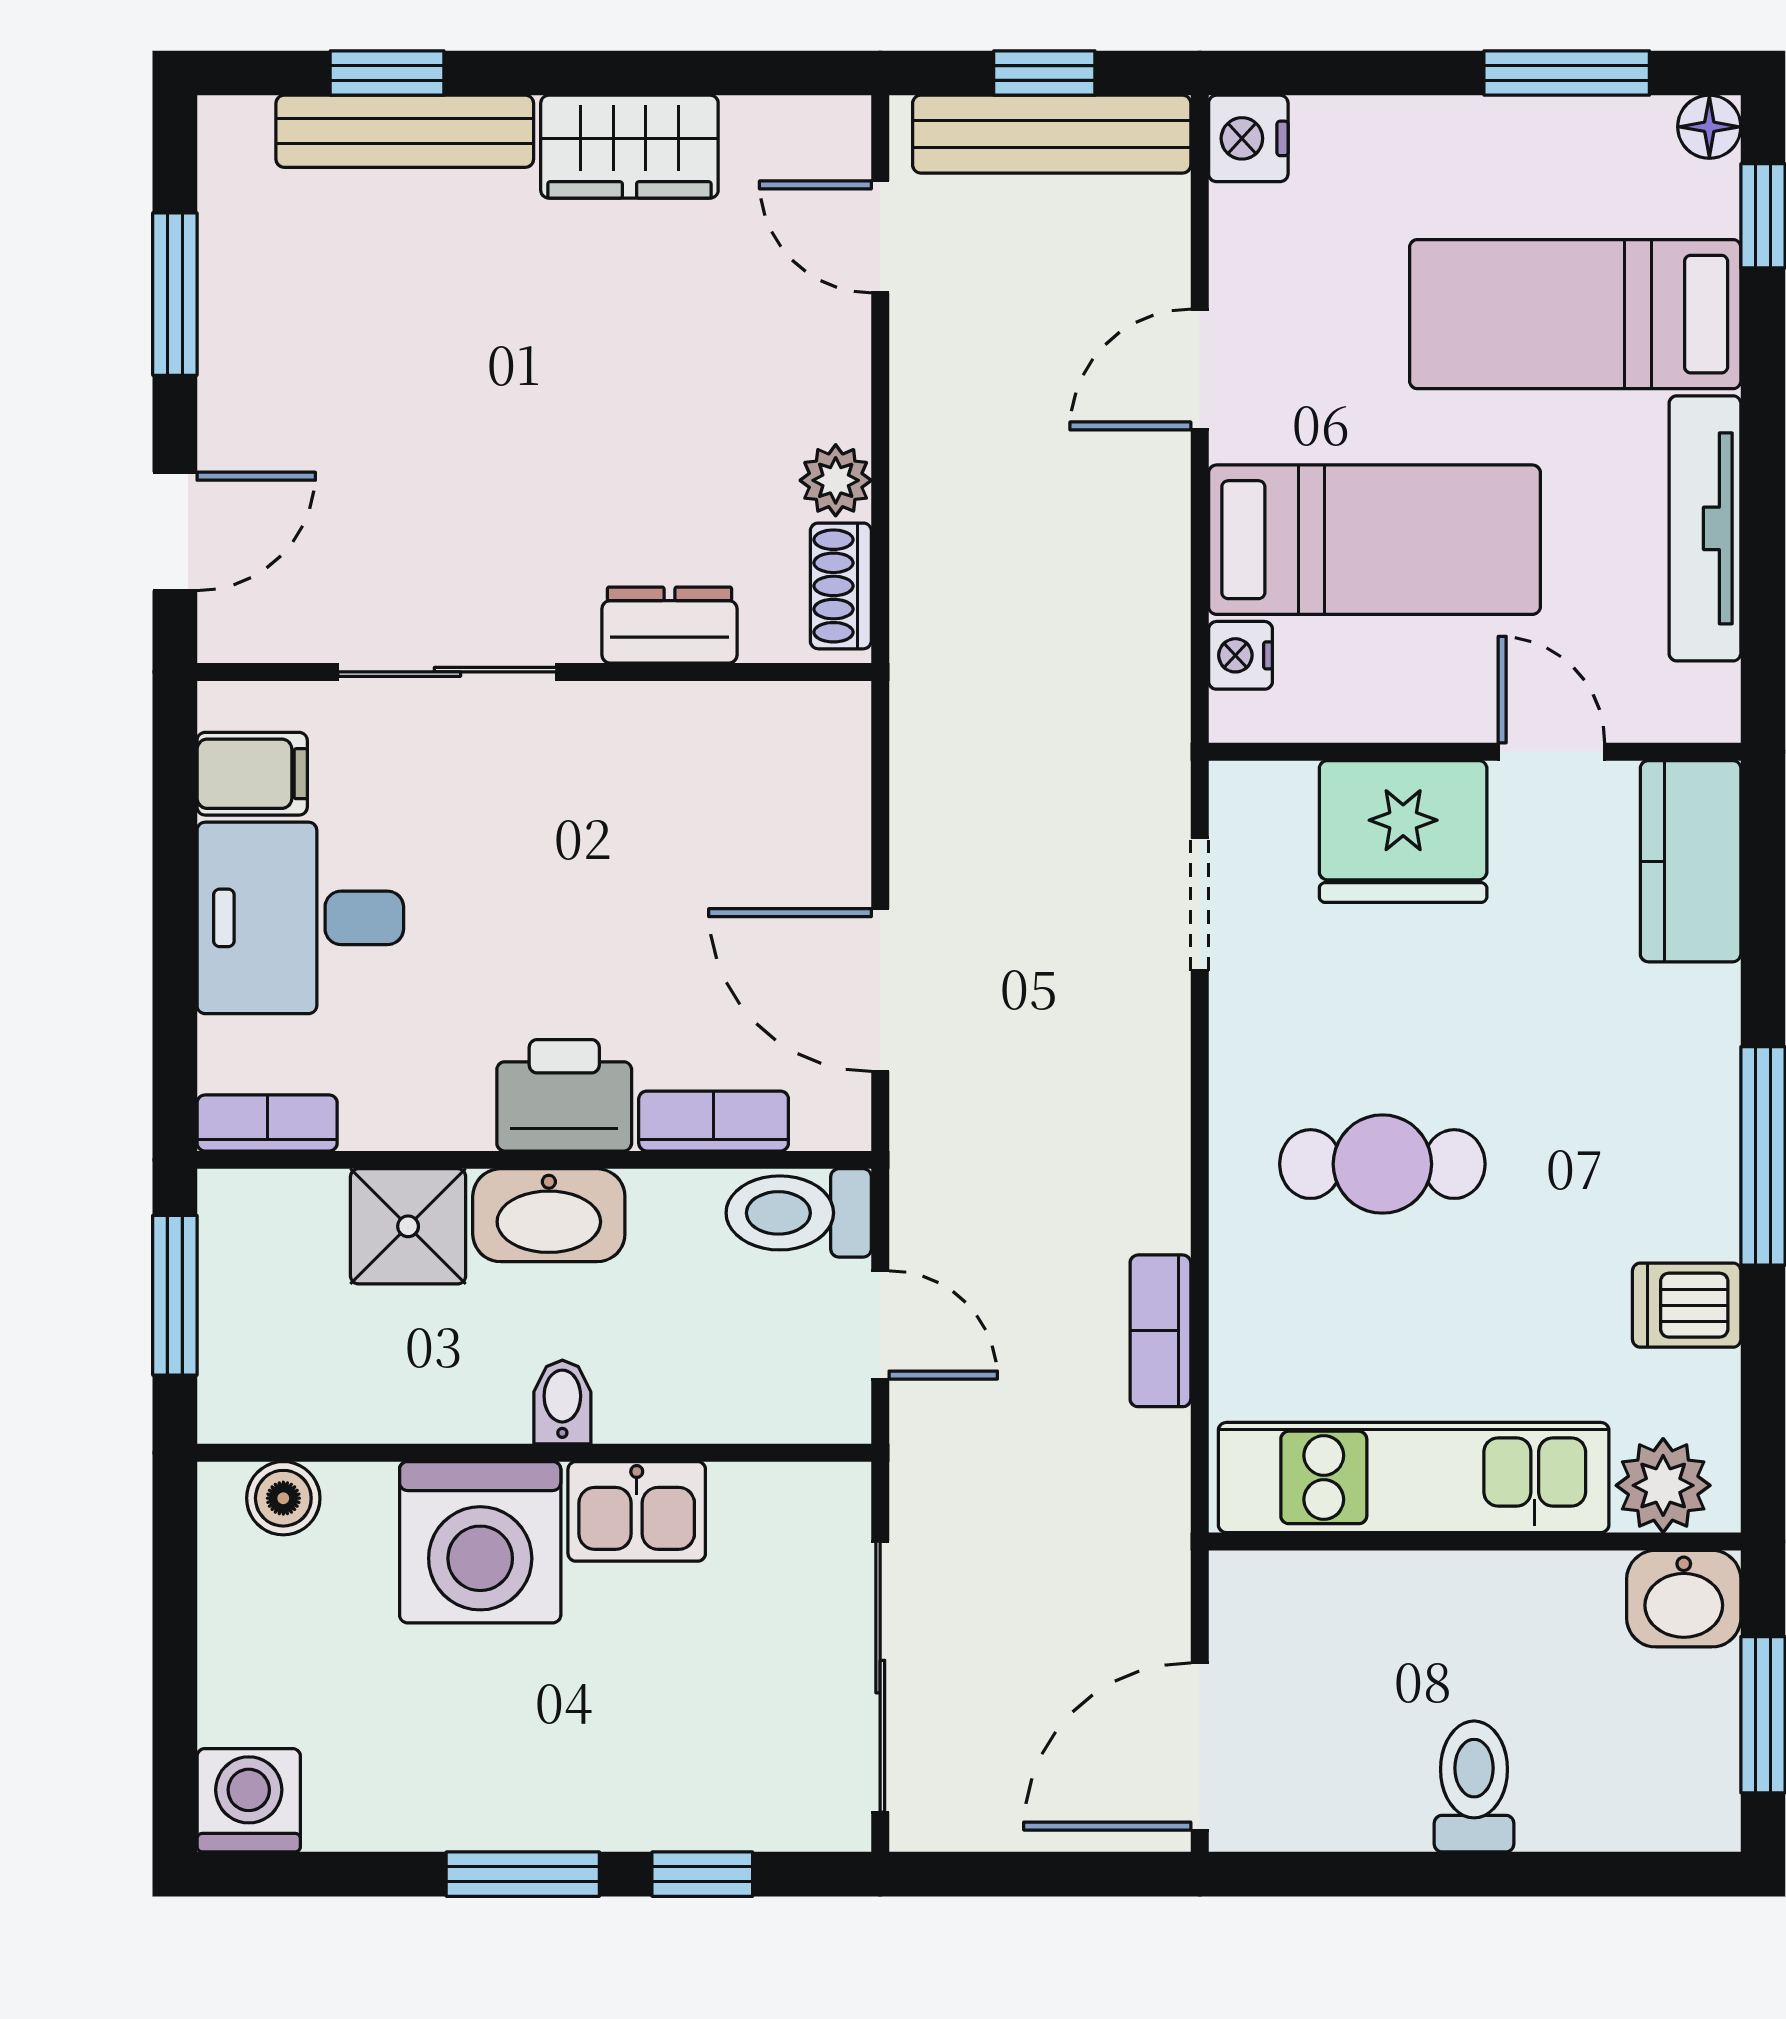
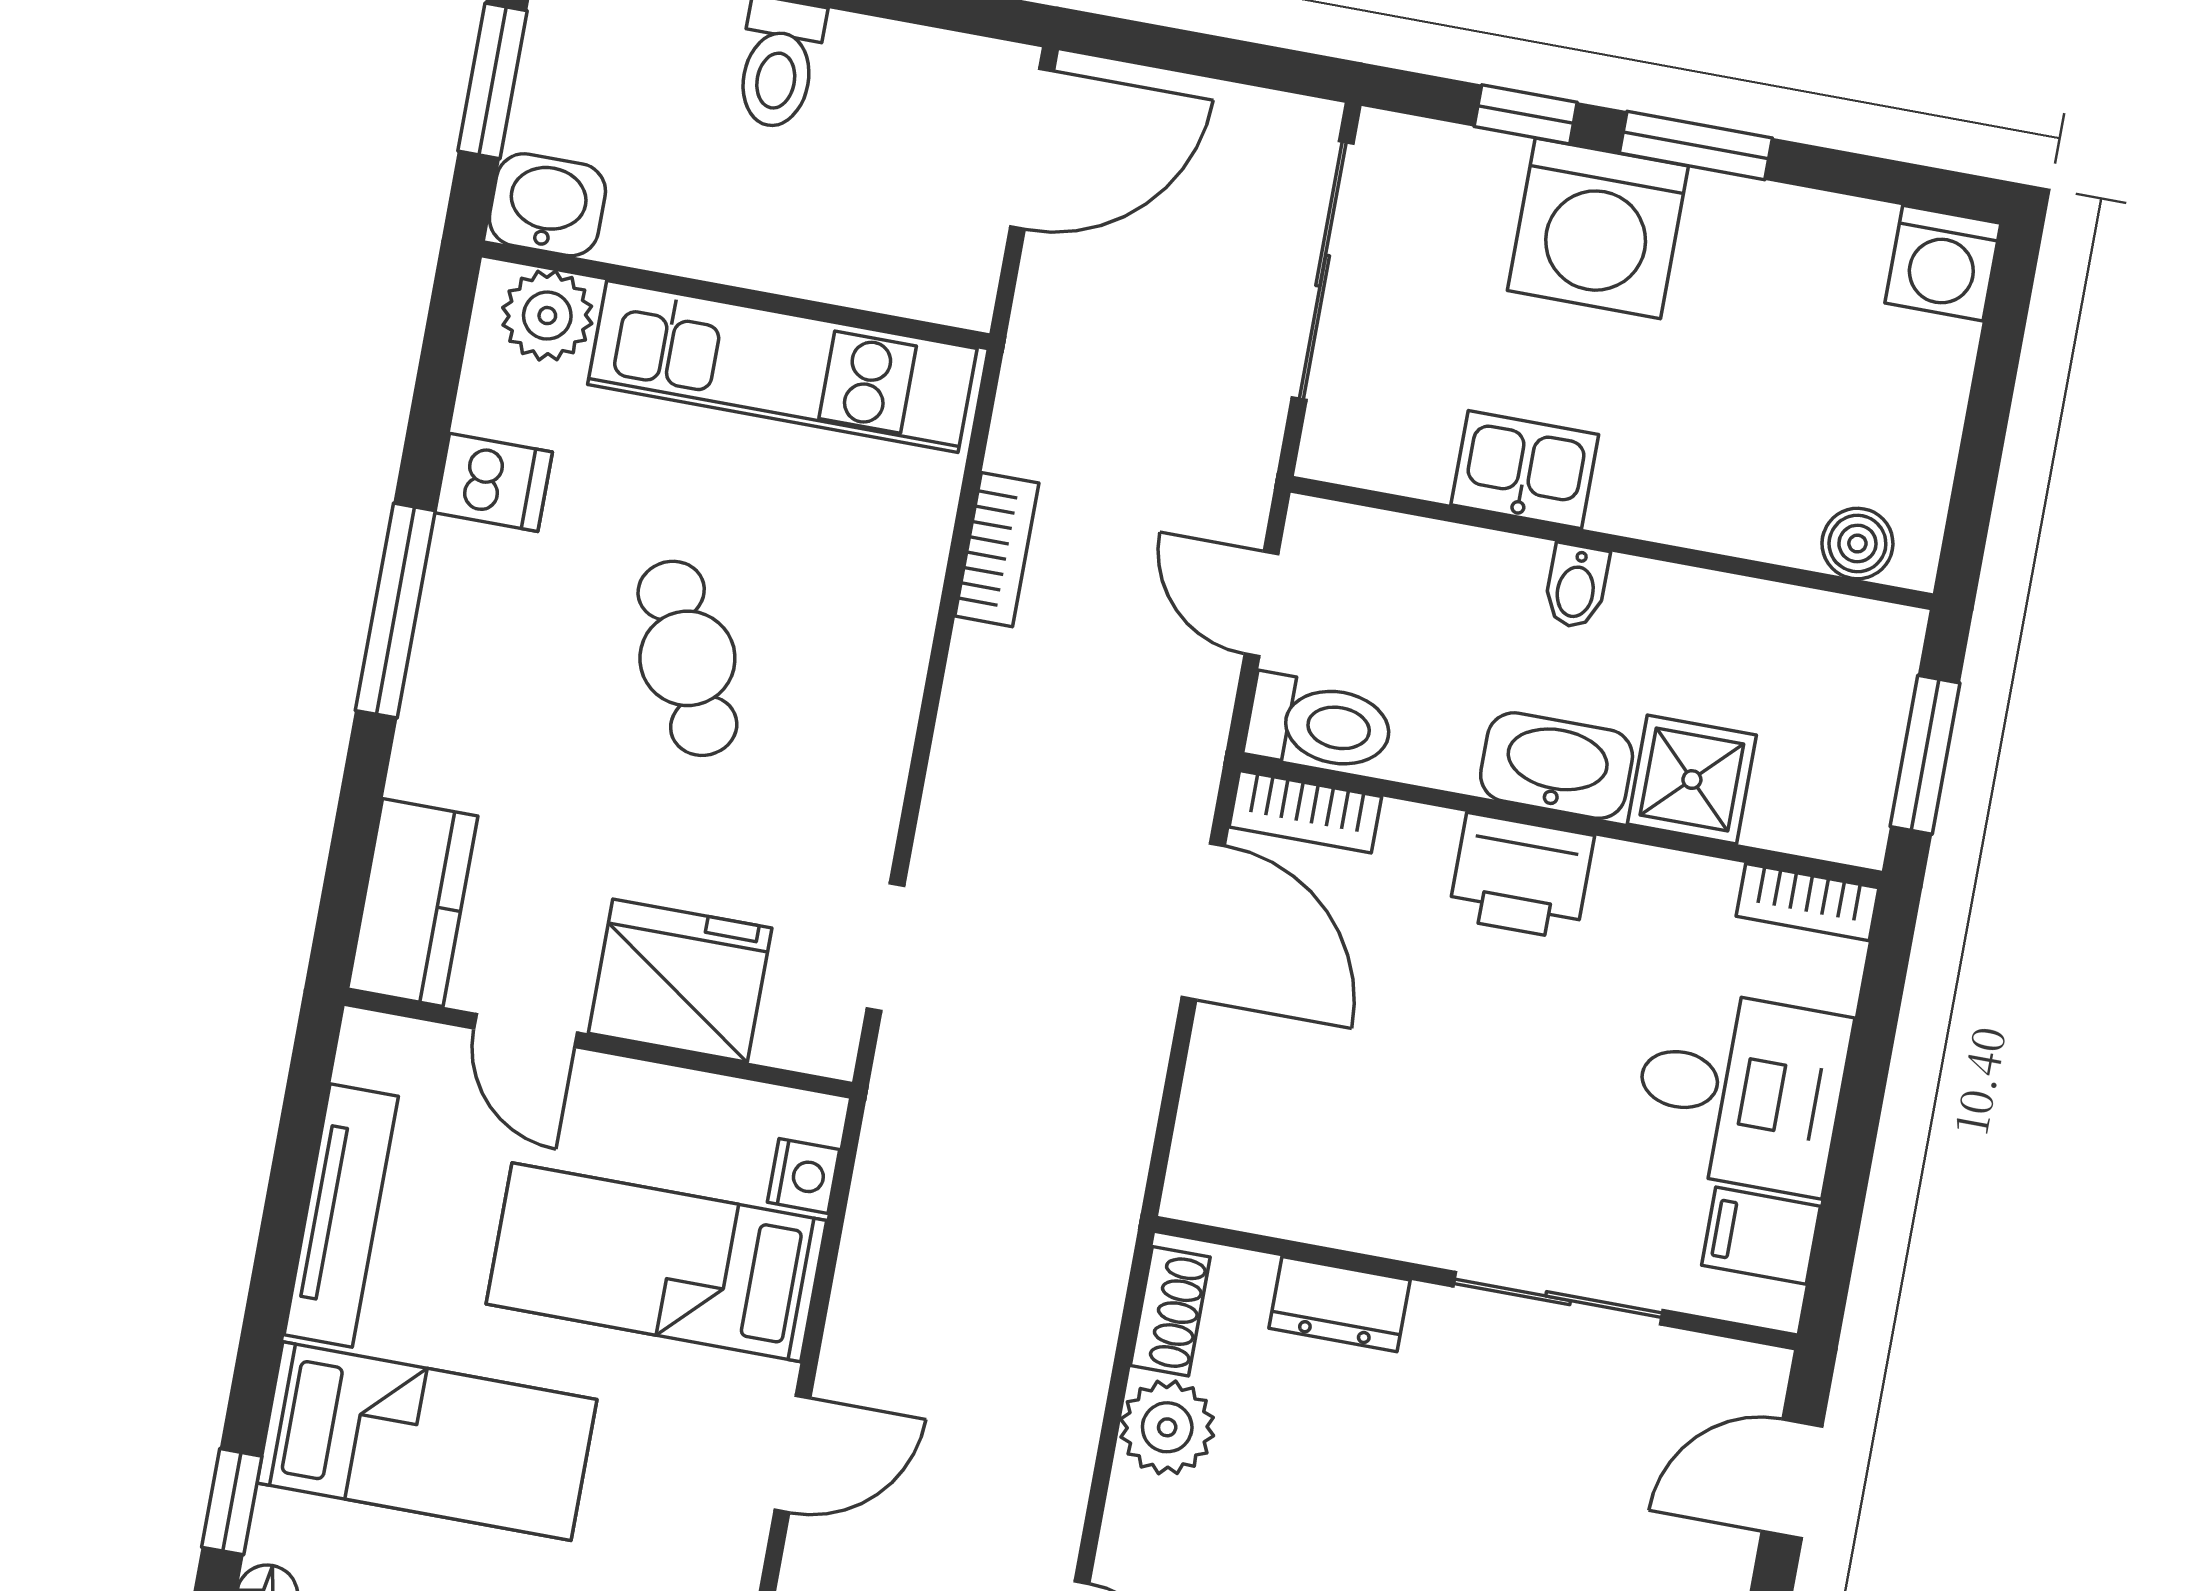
plant: (836, 480) -> (1167, 1427), width x1.38, depth x1.38
bookcase: (714, 1121) -> (1305, 812), moved
cafe table: (1382, 1164) -> (687, 658), moved, turned 66
washing machine: (480, 1542) -> (1598, 228), moved, turned 180

